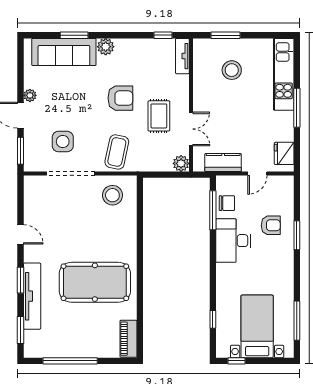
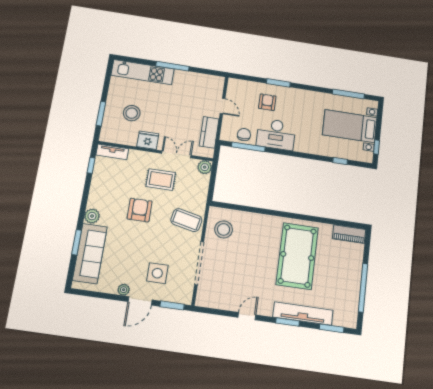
side table: (63, 142) -> (157, 273), moved
fridge: (284, 153) -> (148, 140), moved, turned 180

